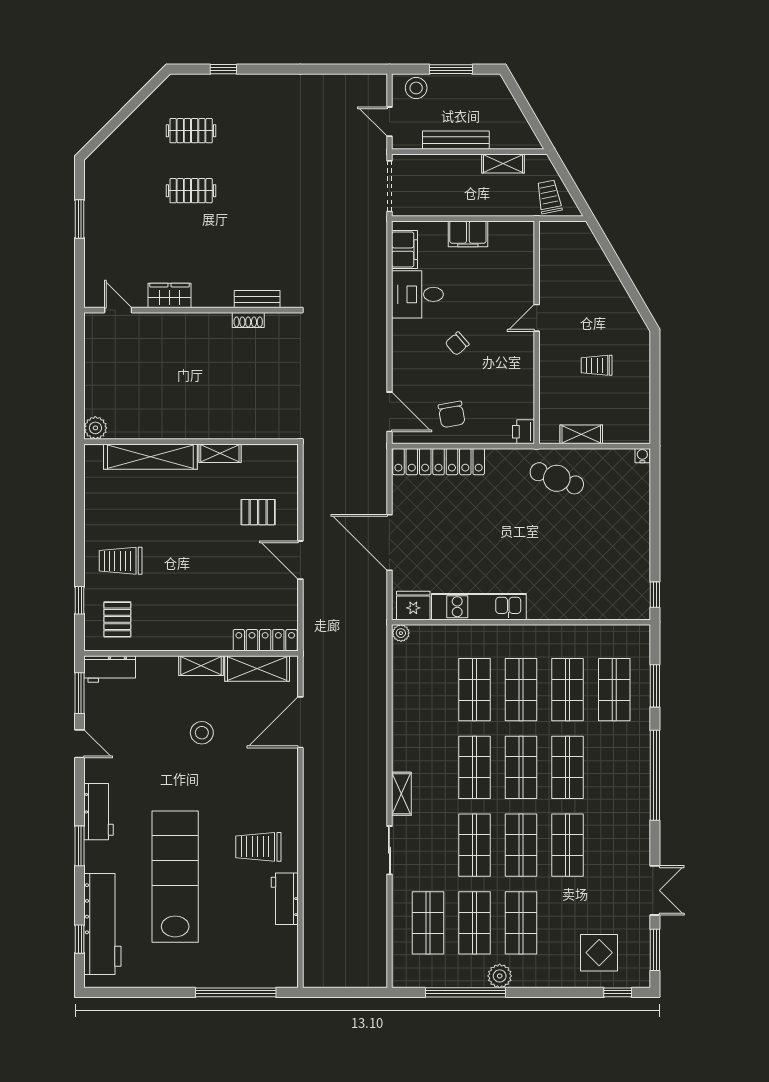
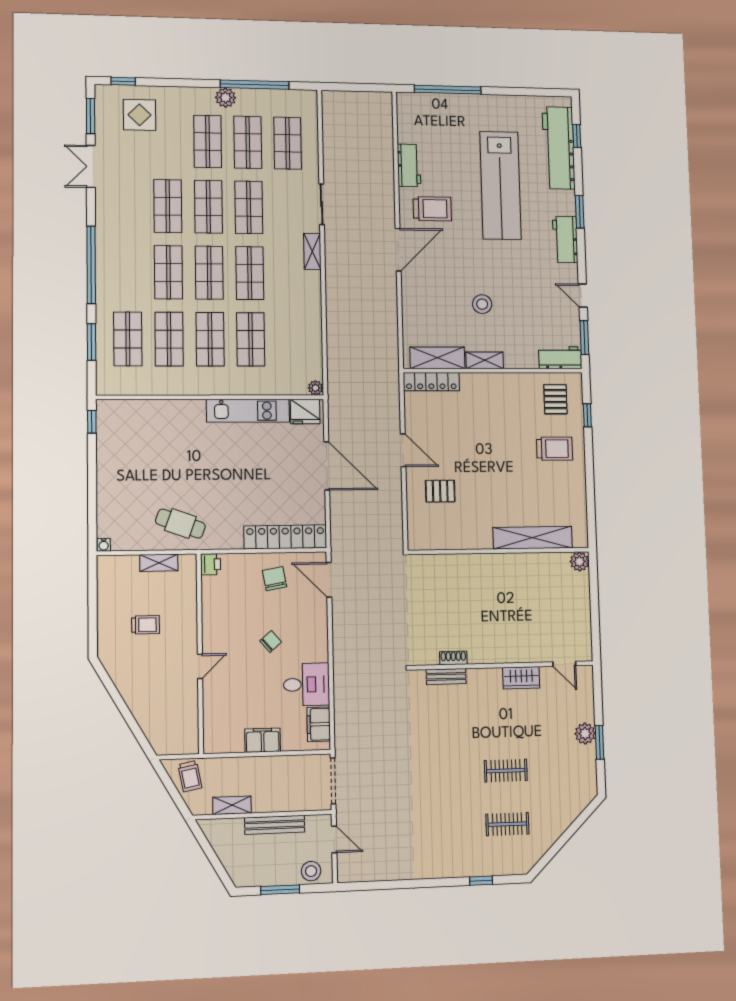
plant: (96, 230) -> (585, 734), added
shelving: (220, 453) -> (474, 541), removed
door: (300, 722) -> (398, 250), moved

